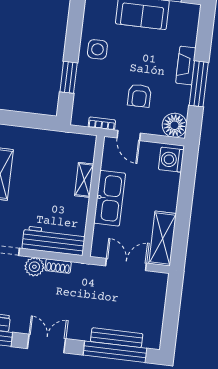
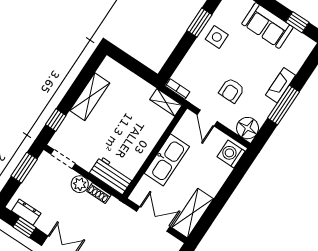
window: (69, 77) -> (199, 23), moved
bookcase: (102, 124) -> (178, 89), moved
shelving: (84, 180) -> (166, 102), moved, turned 90
workbench: (54, 241) -> (112, 175), width x0.73

